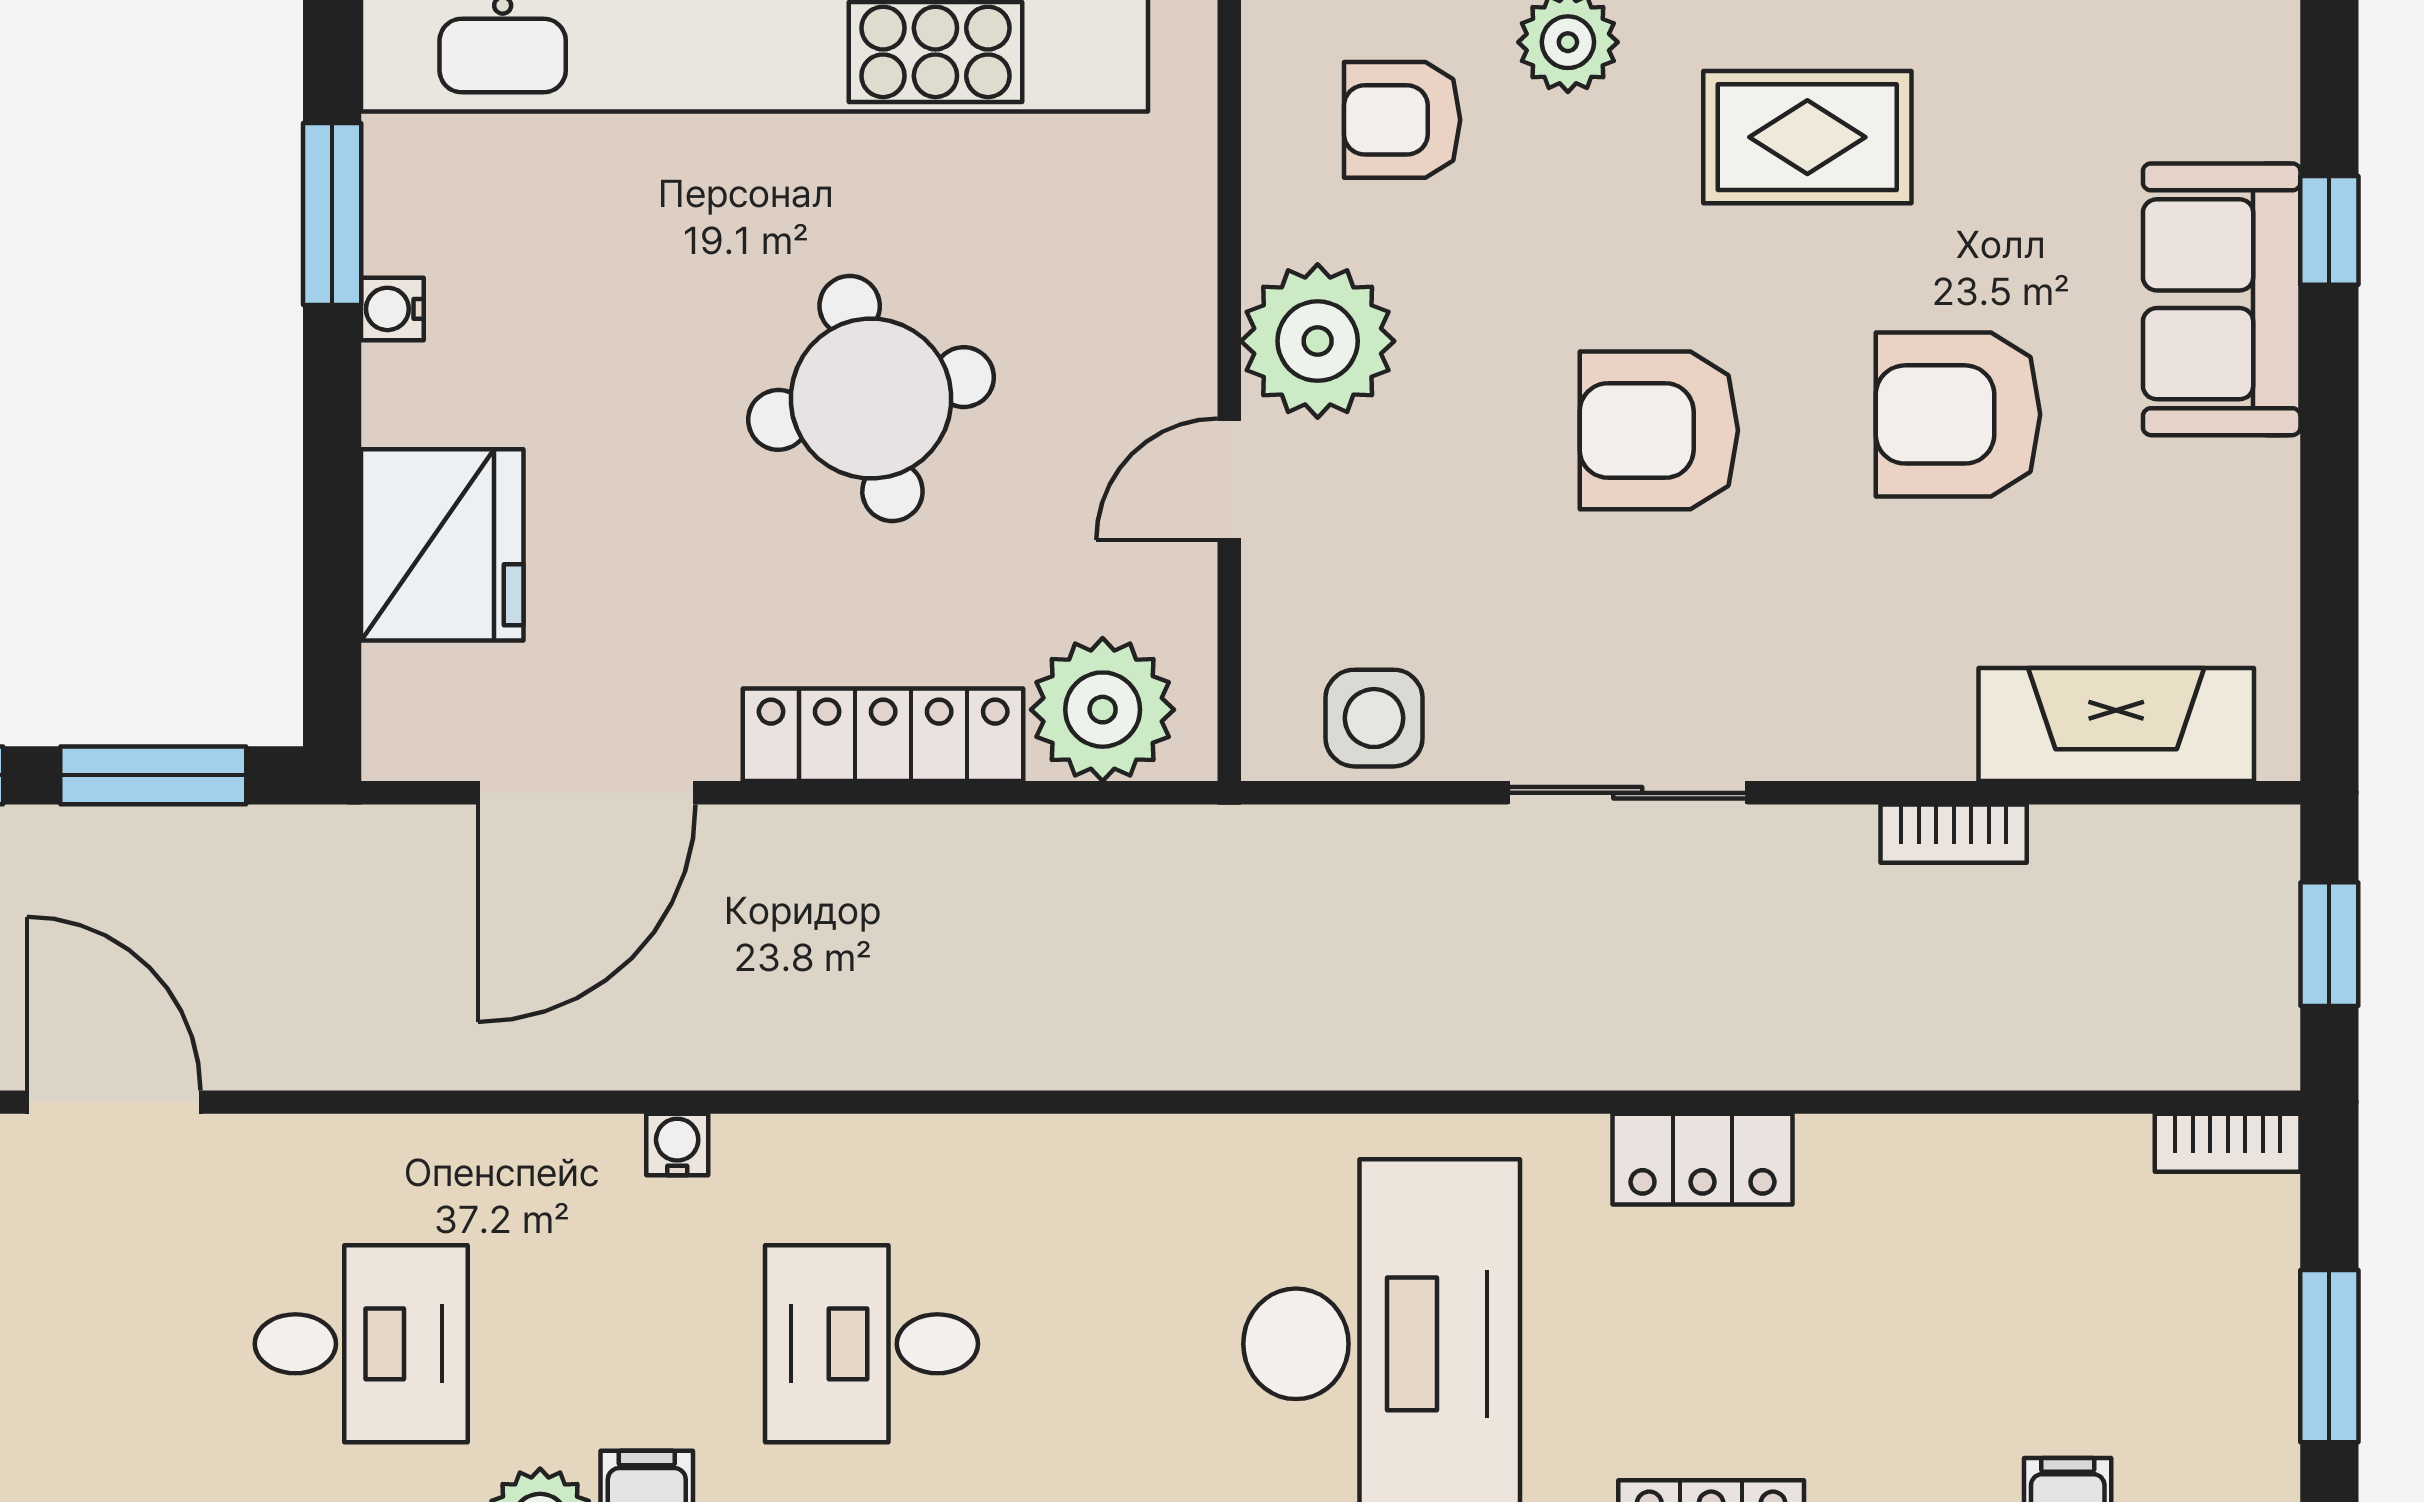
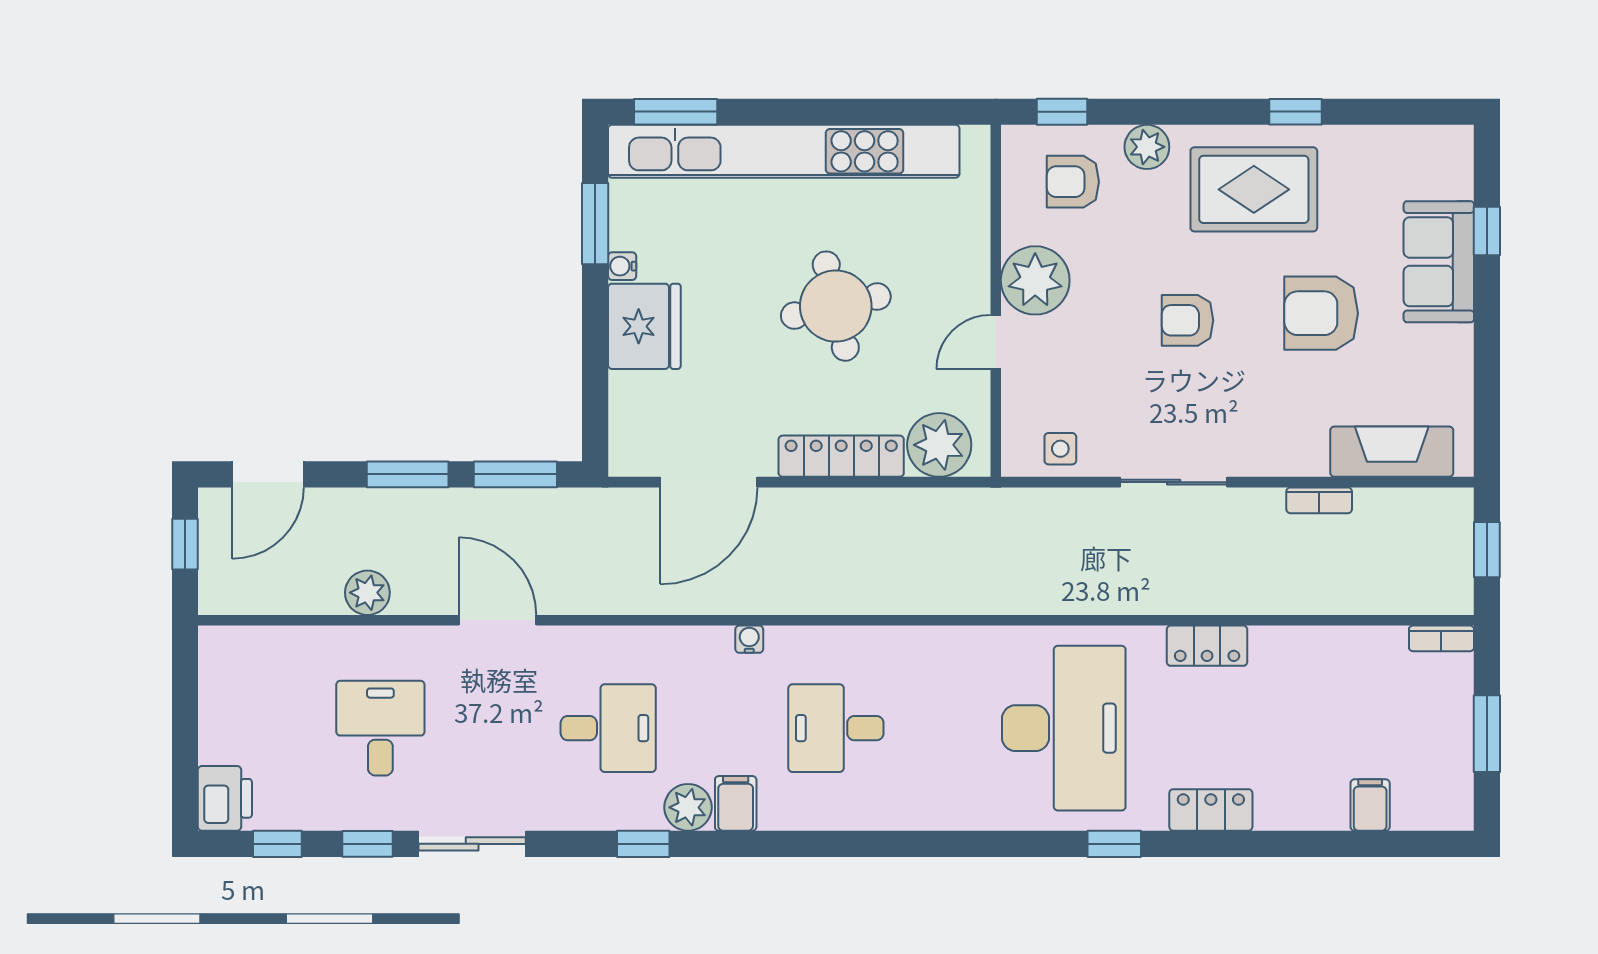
rug: (1807, 137) -> (1254, 189), width x1.36, depth x1.43
armchair: (1659, 430) -> (1188, 320), width x0.72, depth x0.72
fridge: (442, 545) -> (644, 326), moved
side table: (1374, 718) -> (1060, 449), width x0.73, depth x0.73

